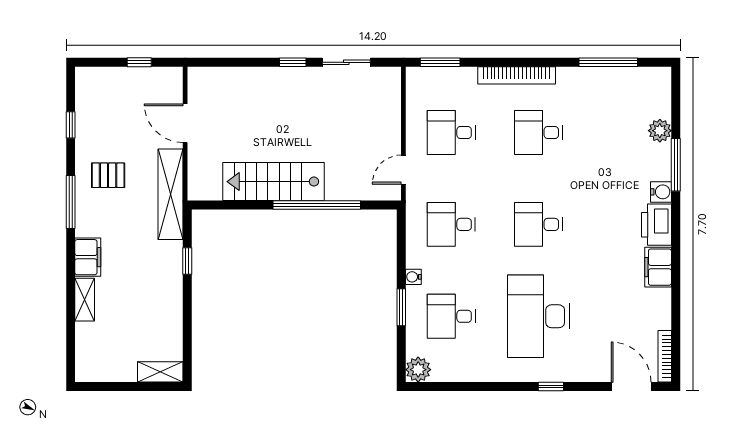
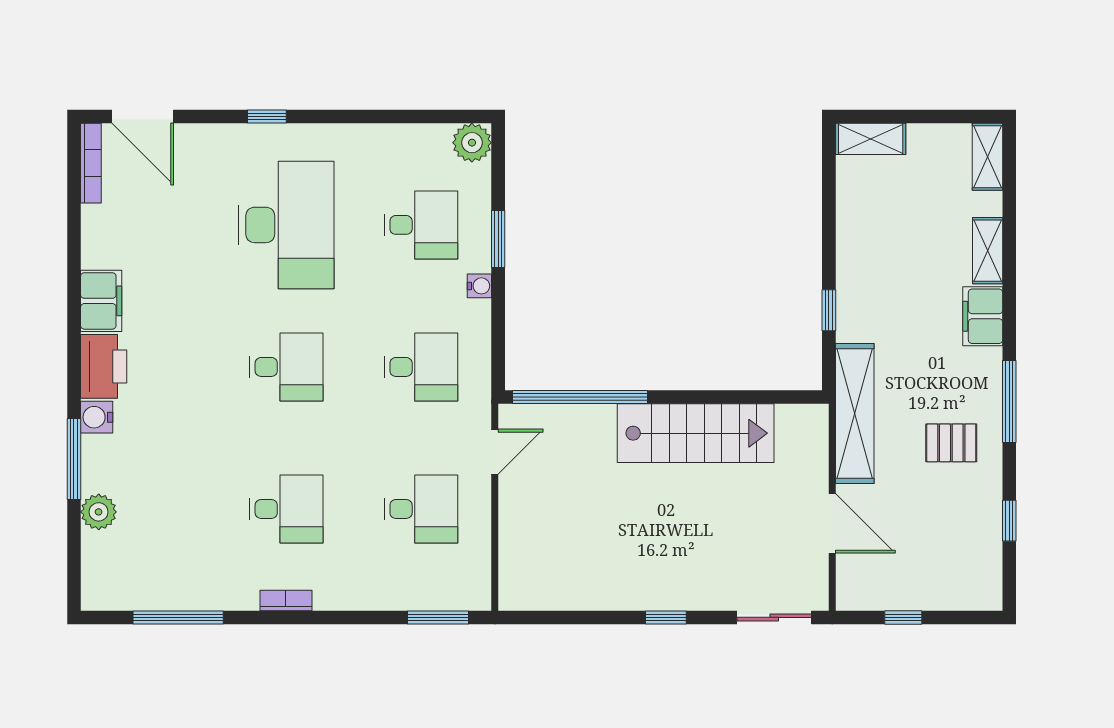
sliding door: (346, 62) -> (774, 617), moved
bookcase: (517, 75) -> (286, 600), width x0.43, depth x0.76
window: (317, 205) -> (580, 397), moved
shelving: (85, 360) -> (987, 157), added

